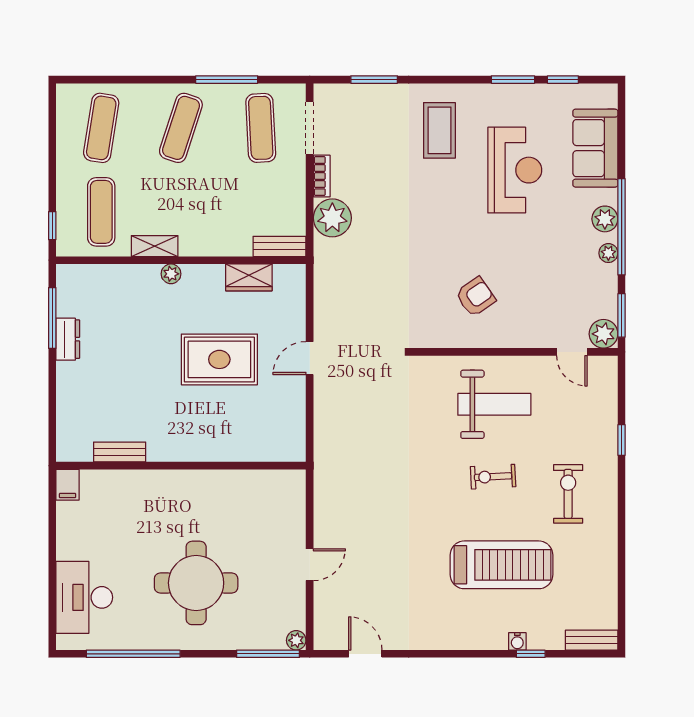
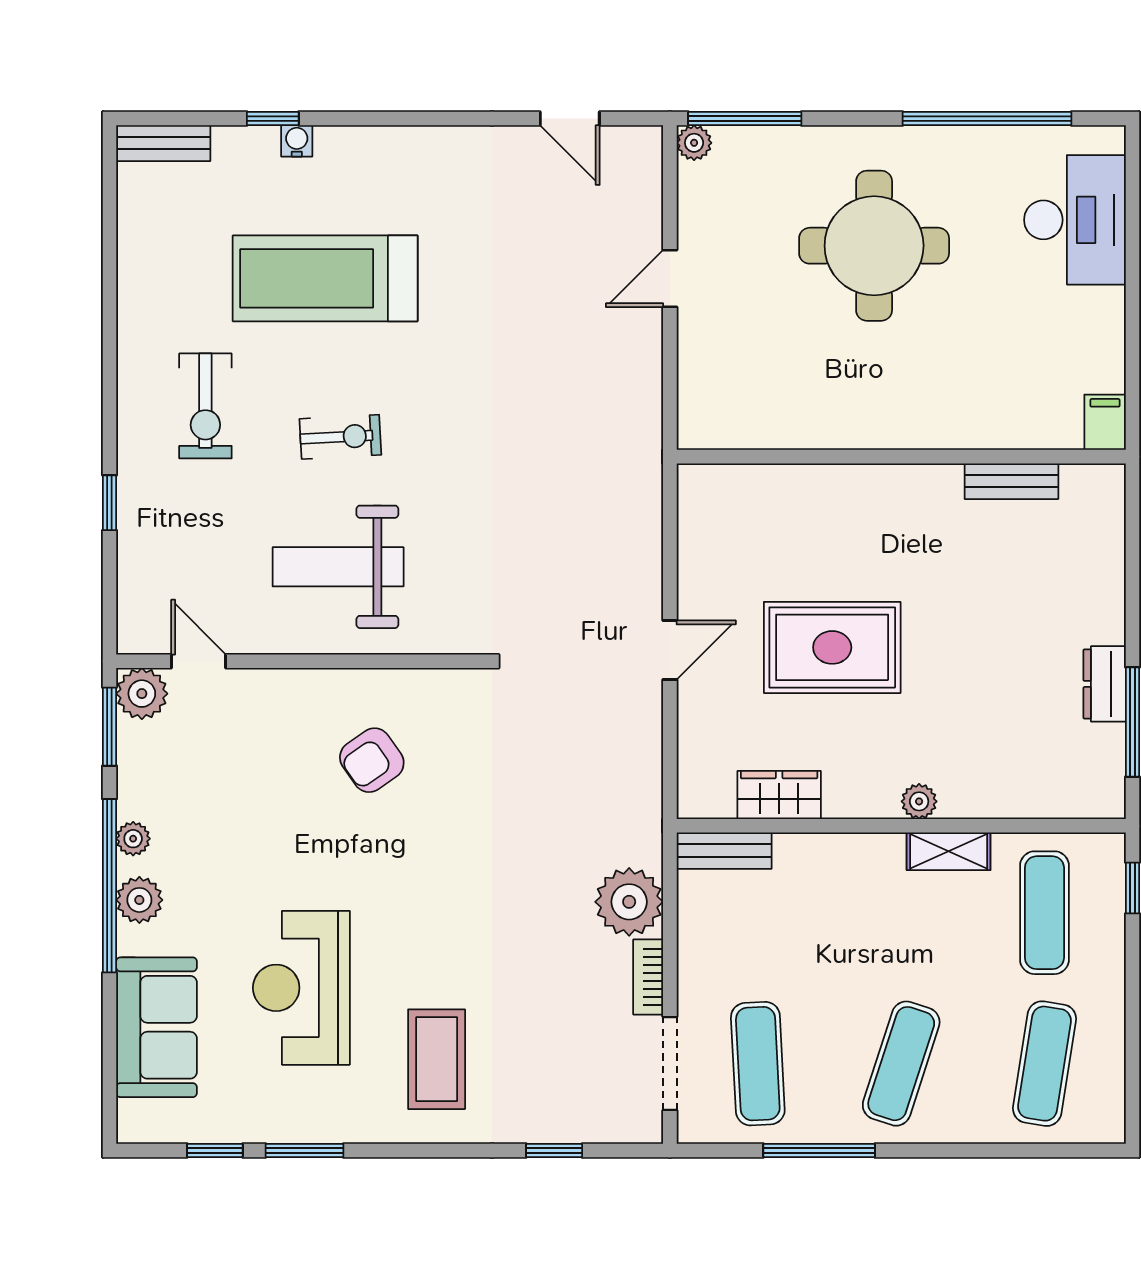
window: (374, 80) -> (554, 1150), width x0.67

